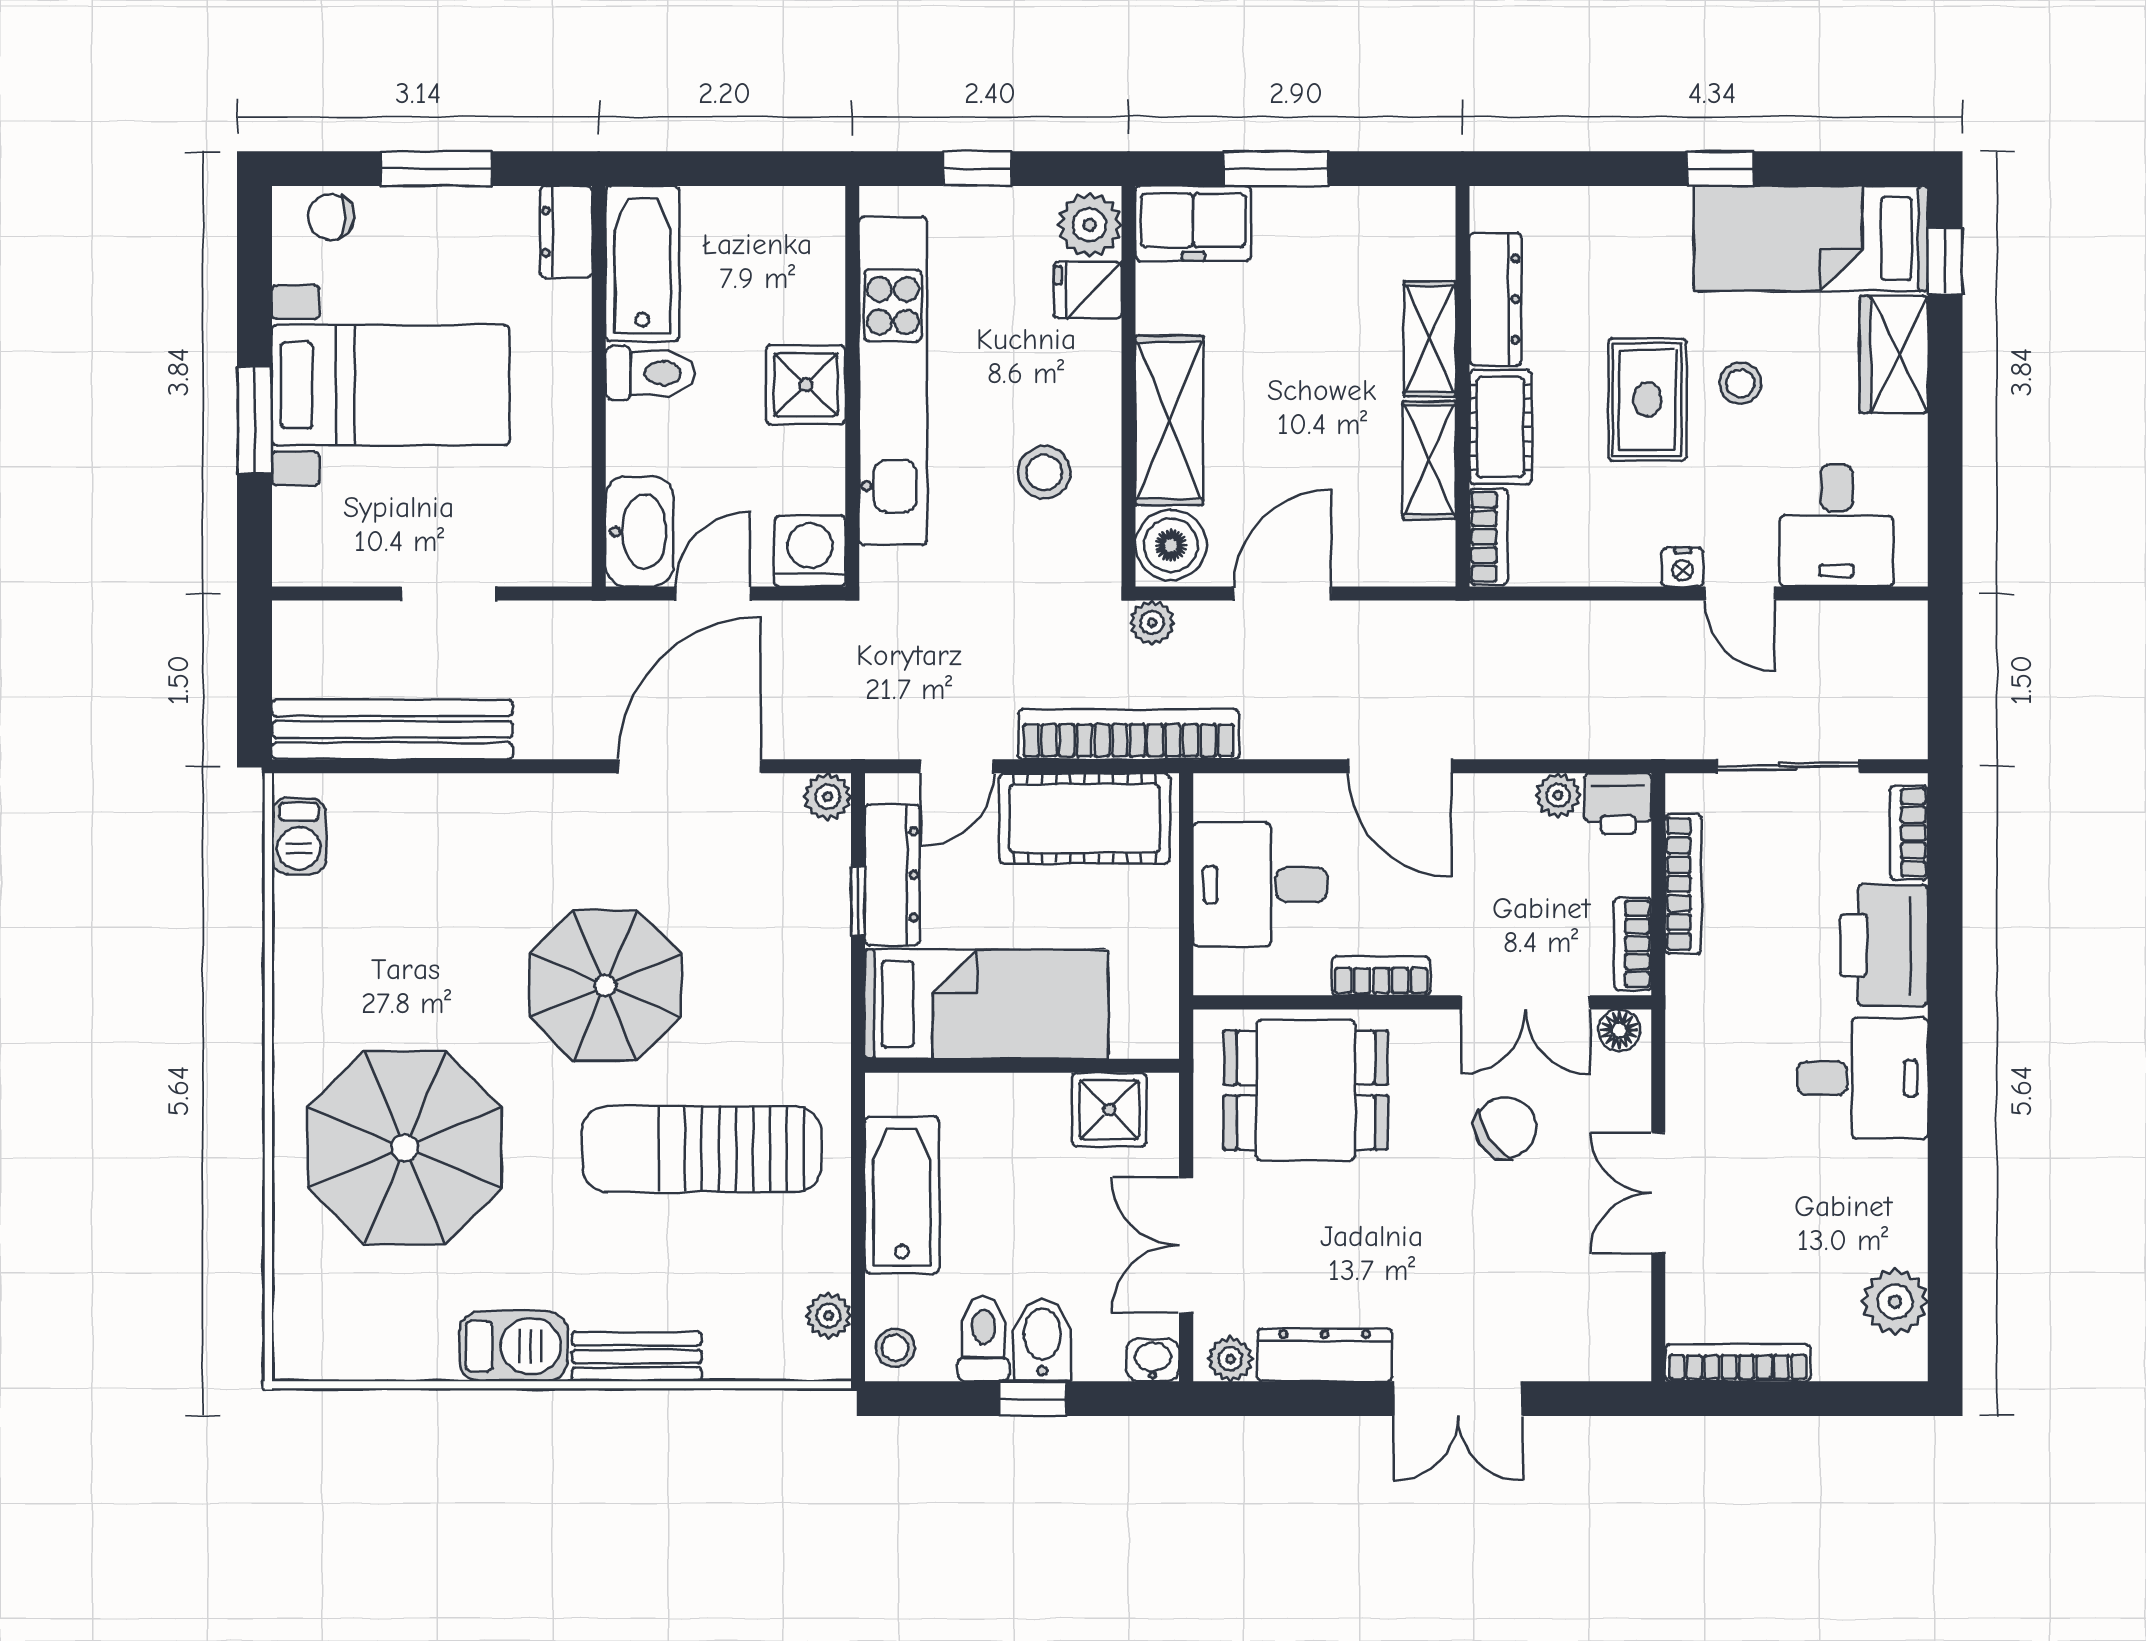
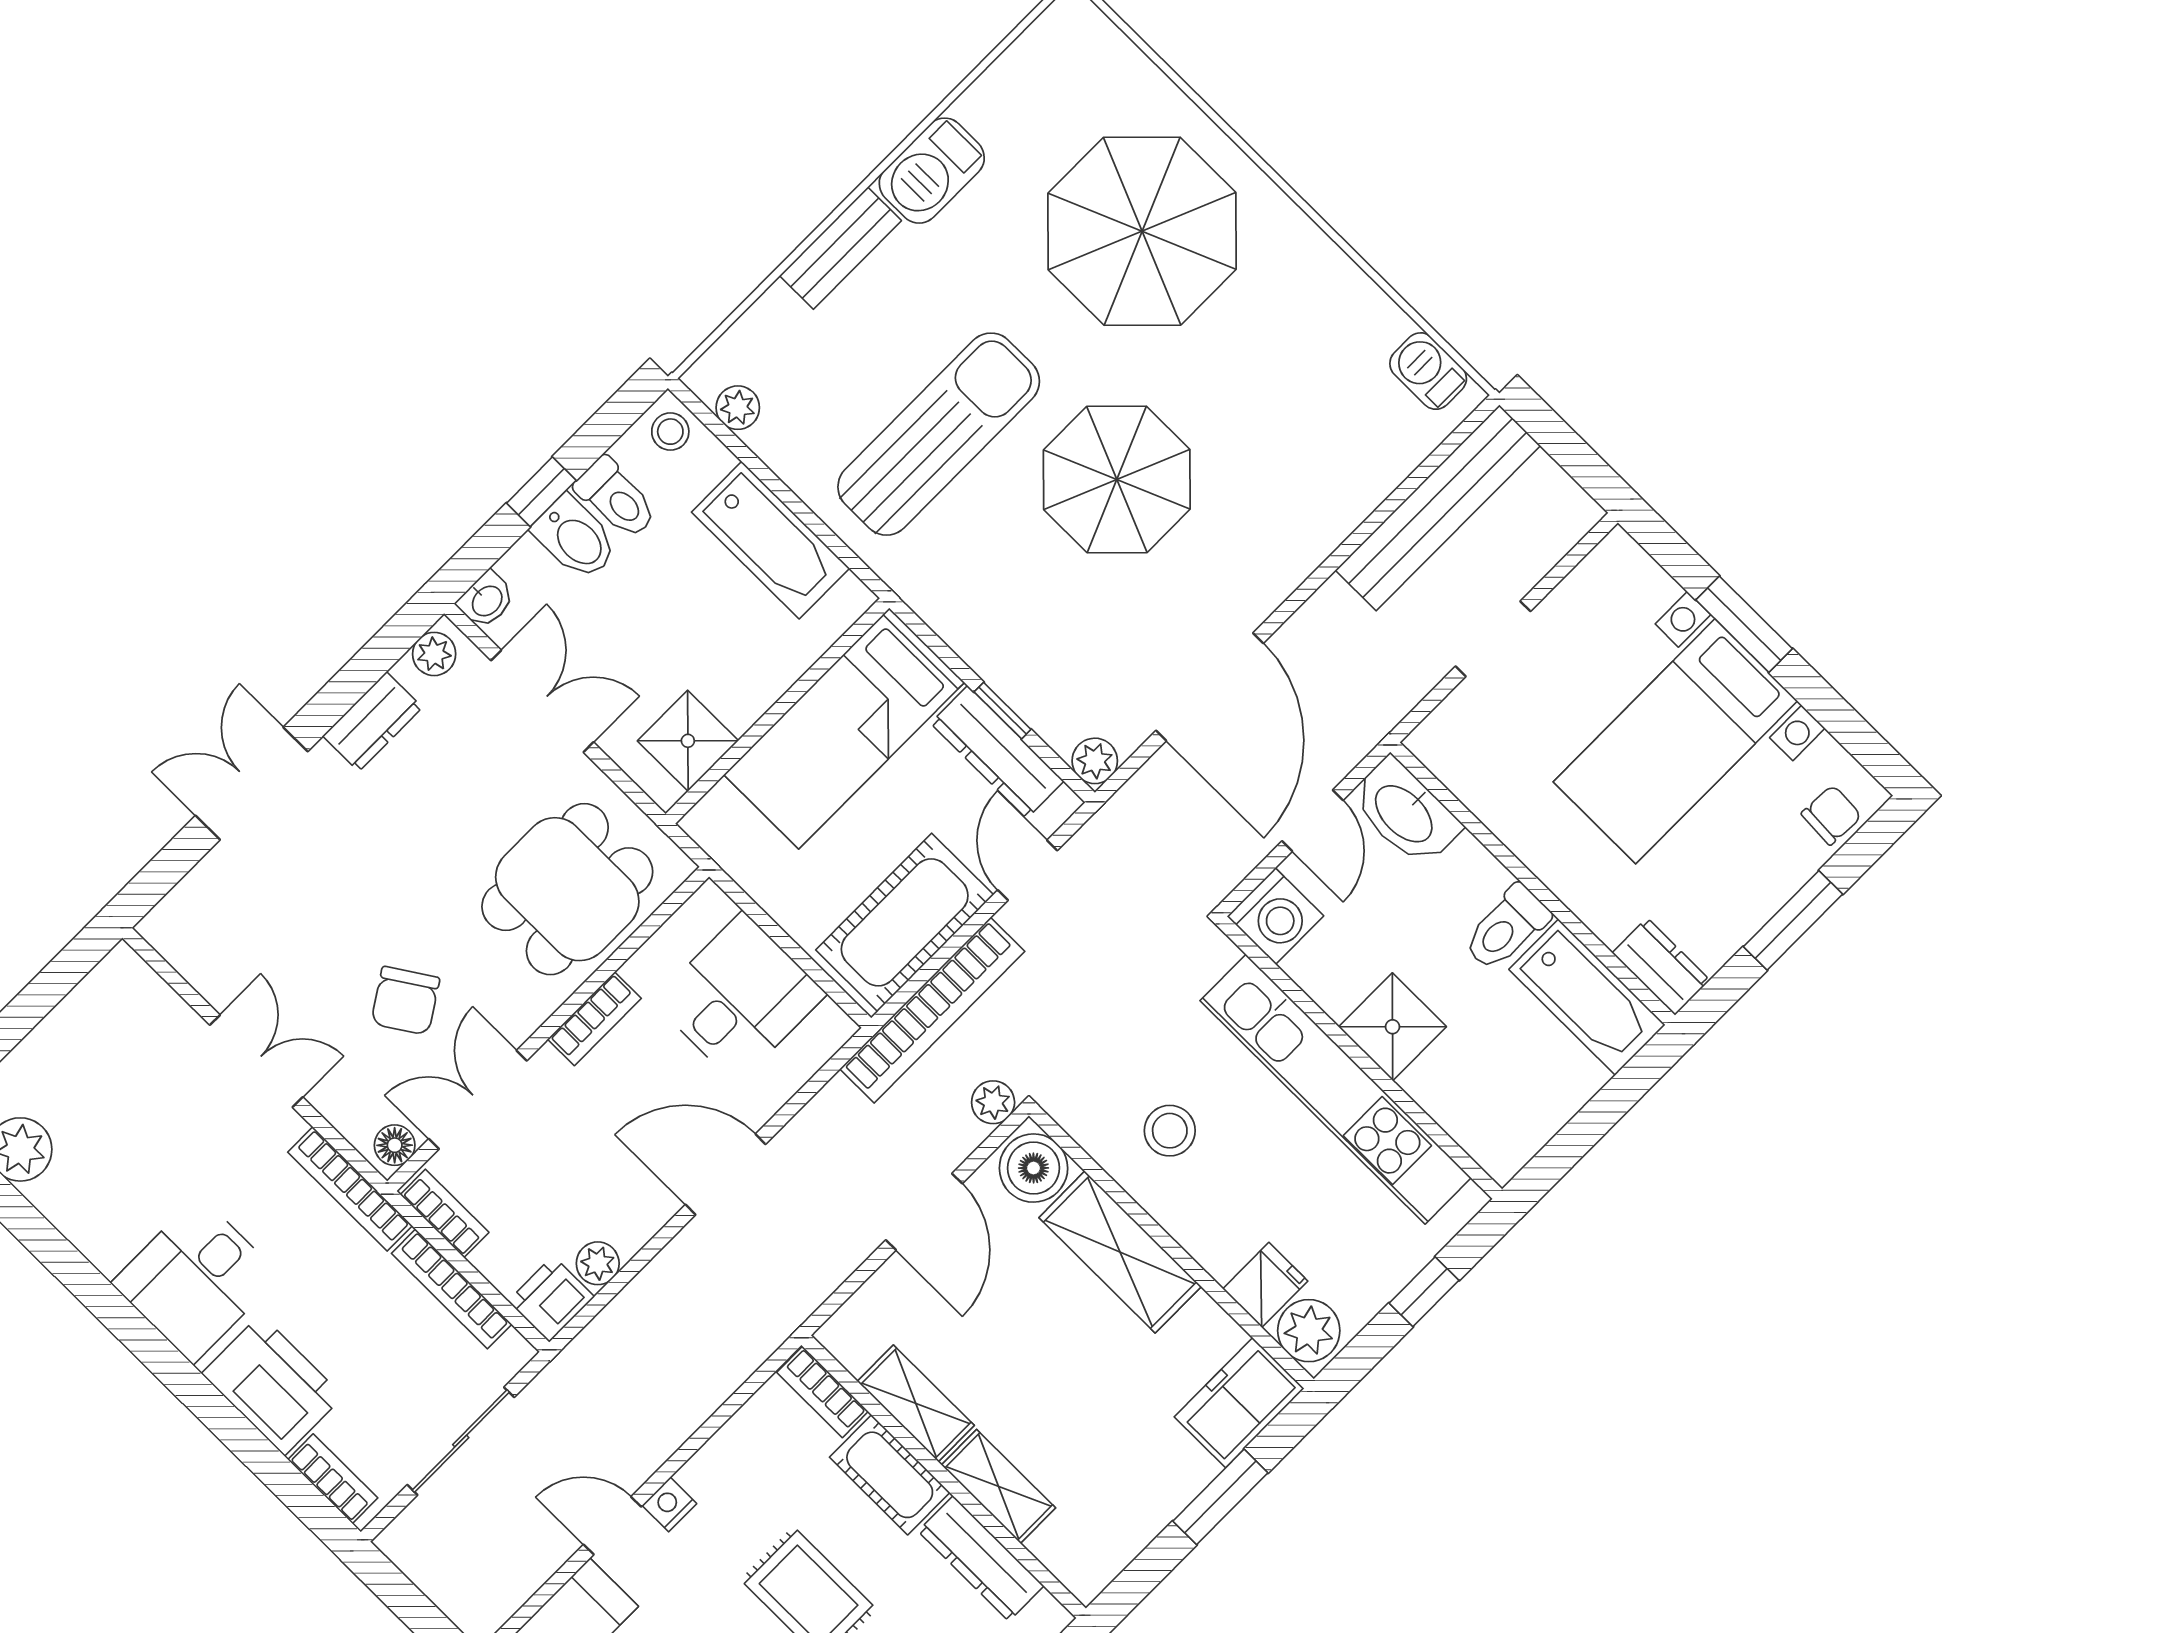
dresser: (1325, 1355) -> (373, 722), width x0.70
bookcase: (1738, 1363) -> (350, 1189), moved, turned 90

